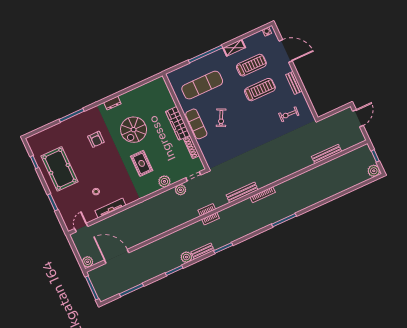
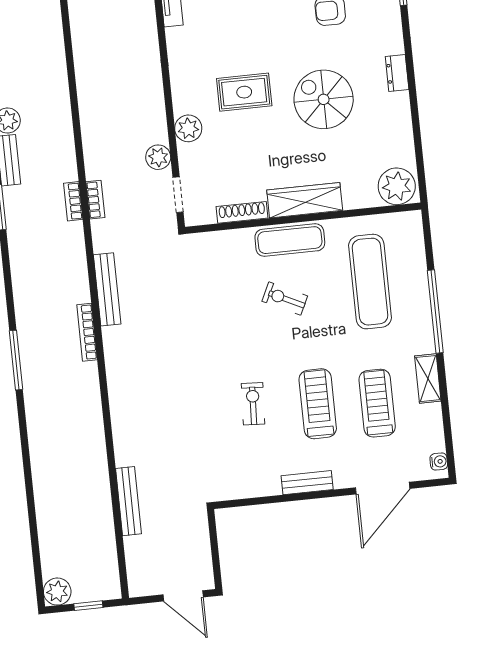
treadmill: (251, 65) -> (377, 403), turned 180
plant: (159, 87) -> (397, 186), added
treadmill: (260, 90) -> (318, 404), turned 180
exercise bike: (289, 114) -> (253, 404), moved

